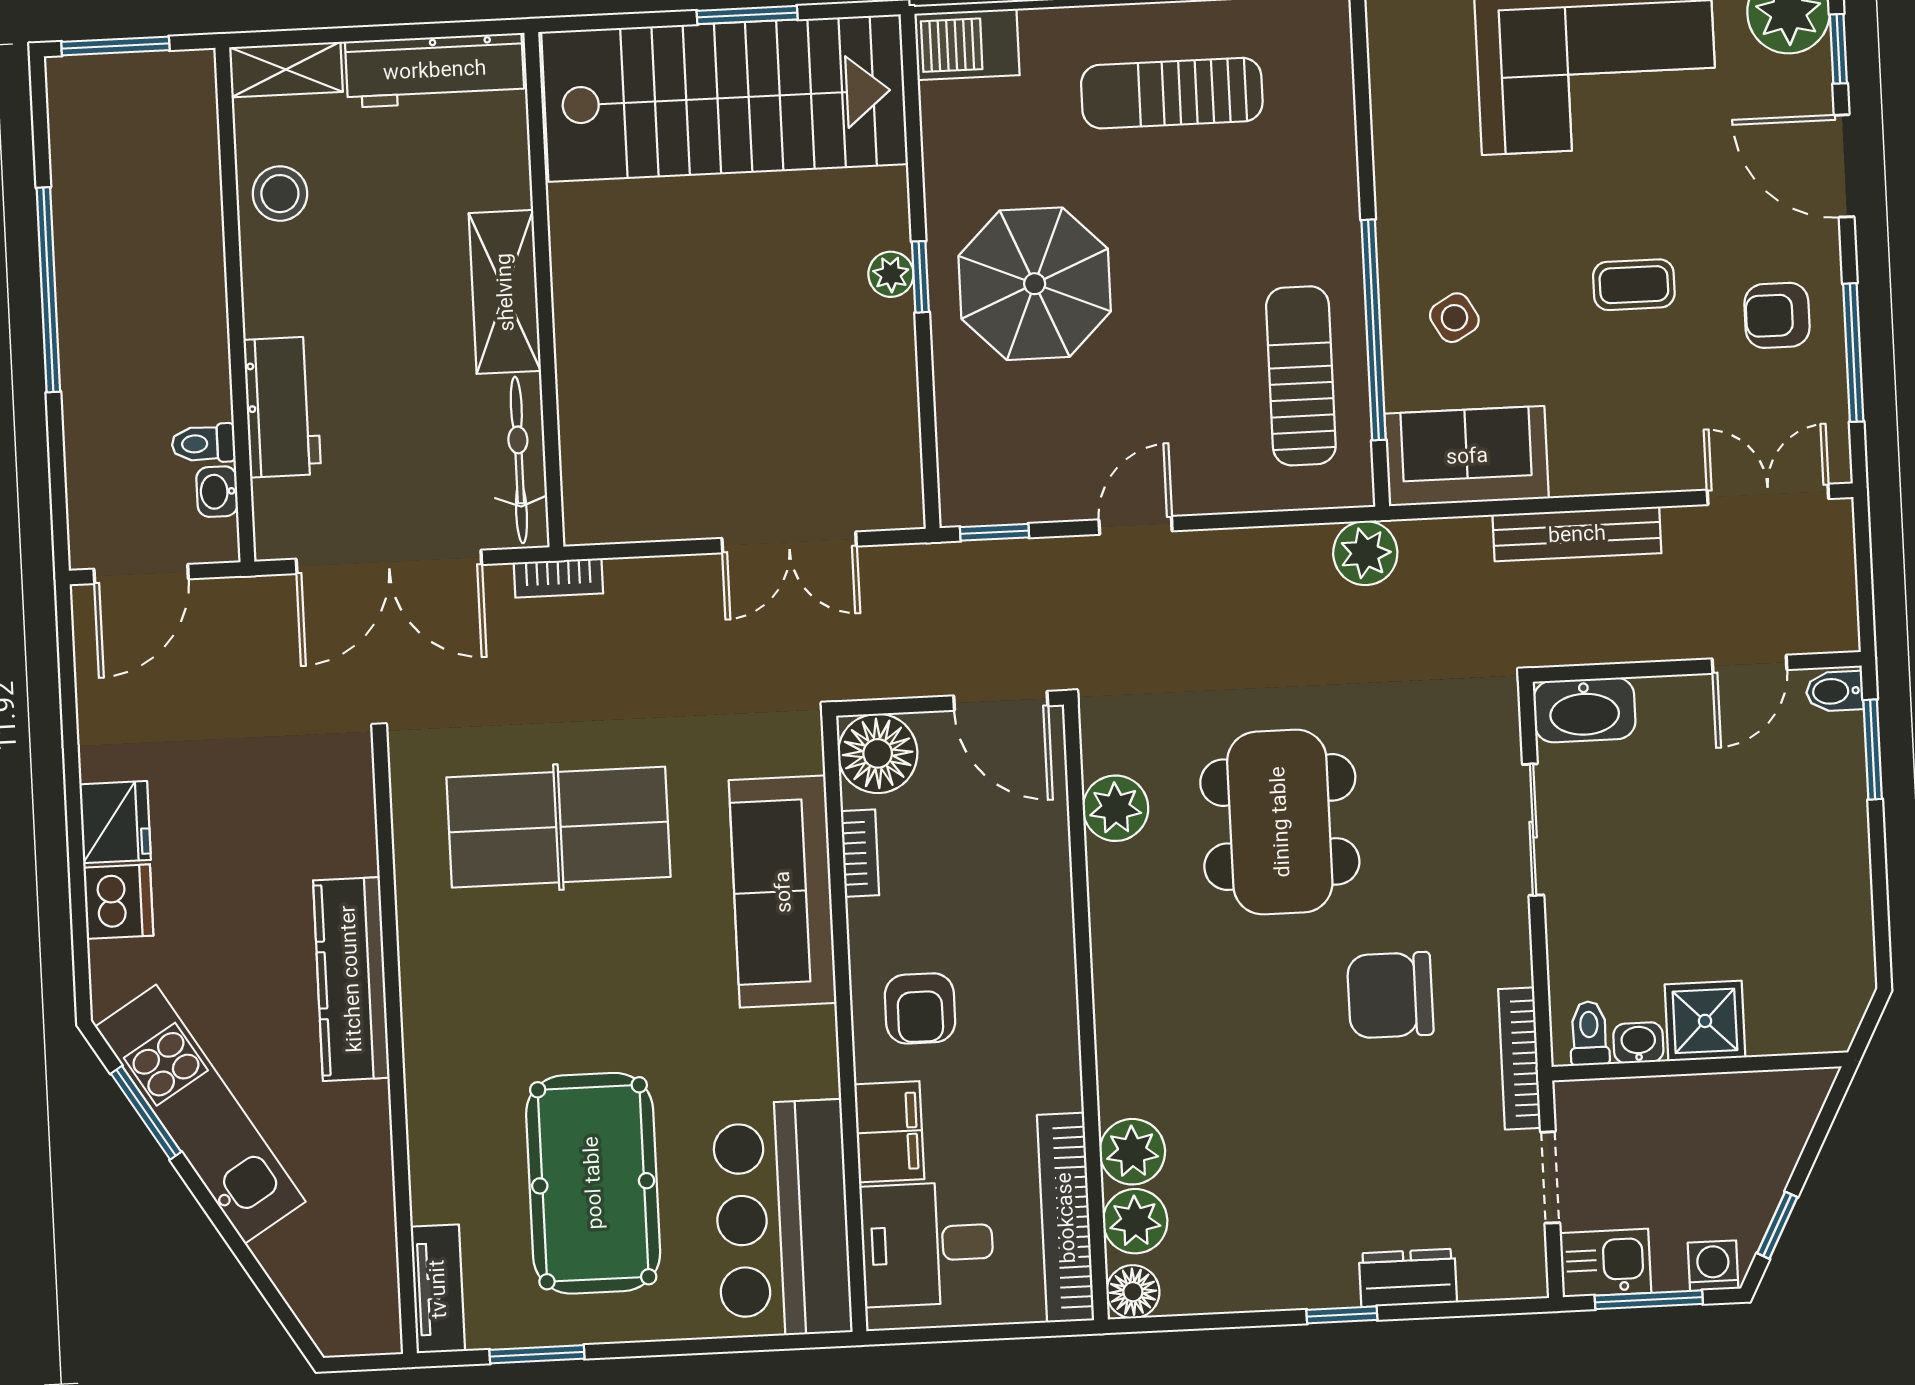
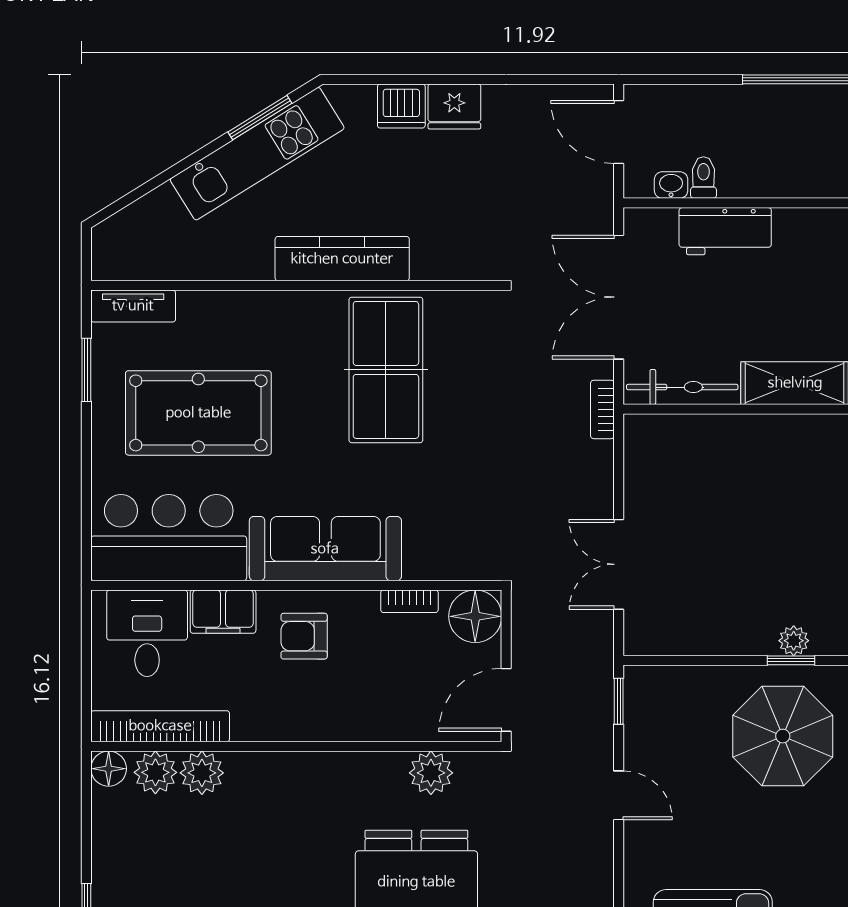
table tennis table: (558, 827) -> (386, 370), moved
sofa: (783, 892) -> (325, 549), moved

